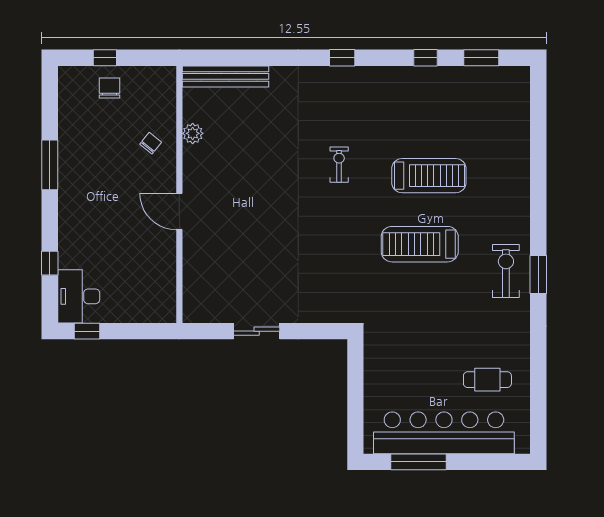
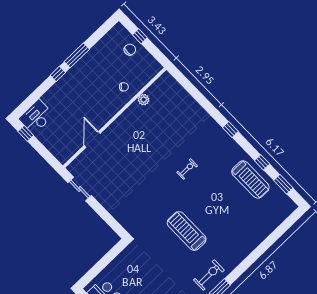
bench: (226, 76) -> (179, 91), removed
treadmill: (429, 176) -> (250, 180), moved
door: (179, 212) -> (92, 139), moved
window: (50, 263) -> (58, 74), moved
sliding door: (257, 331) -> (80, 189), moved

